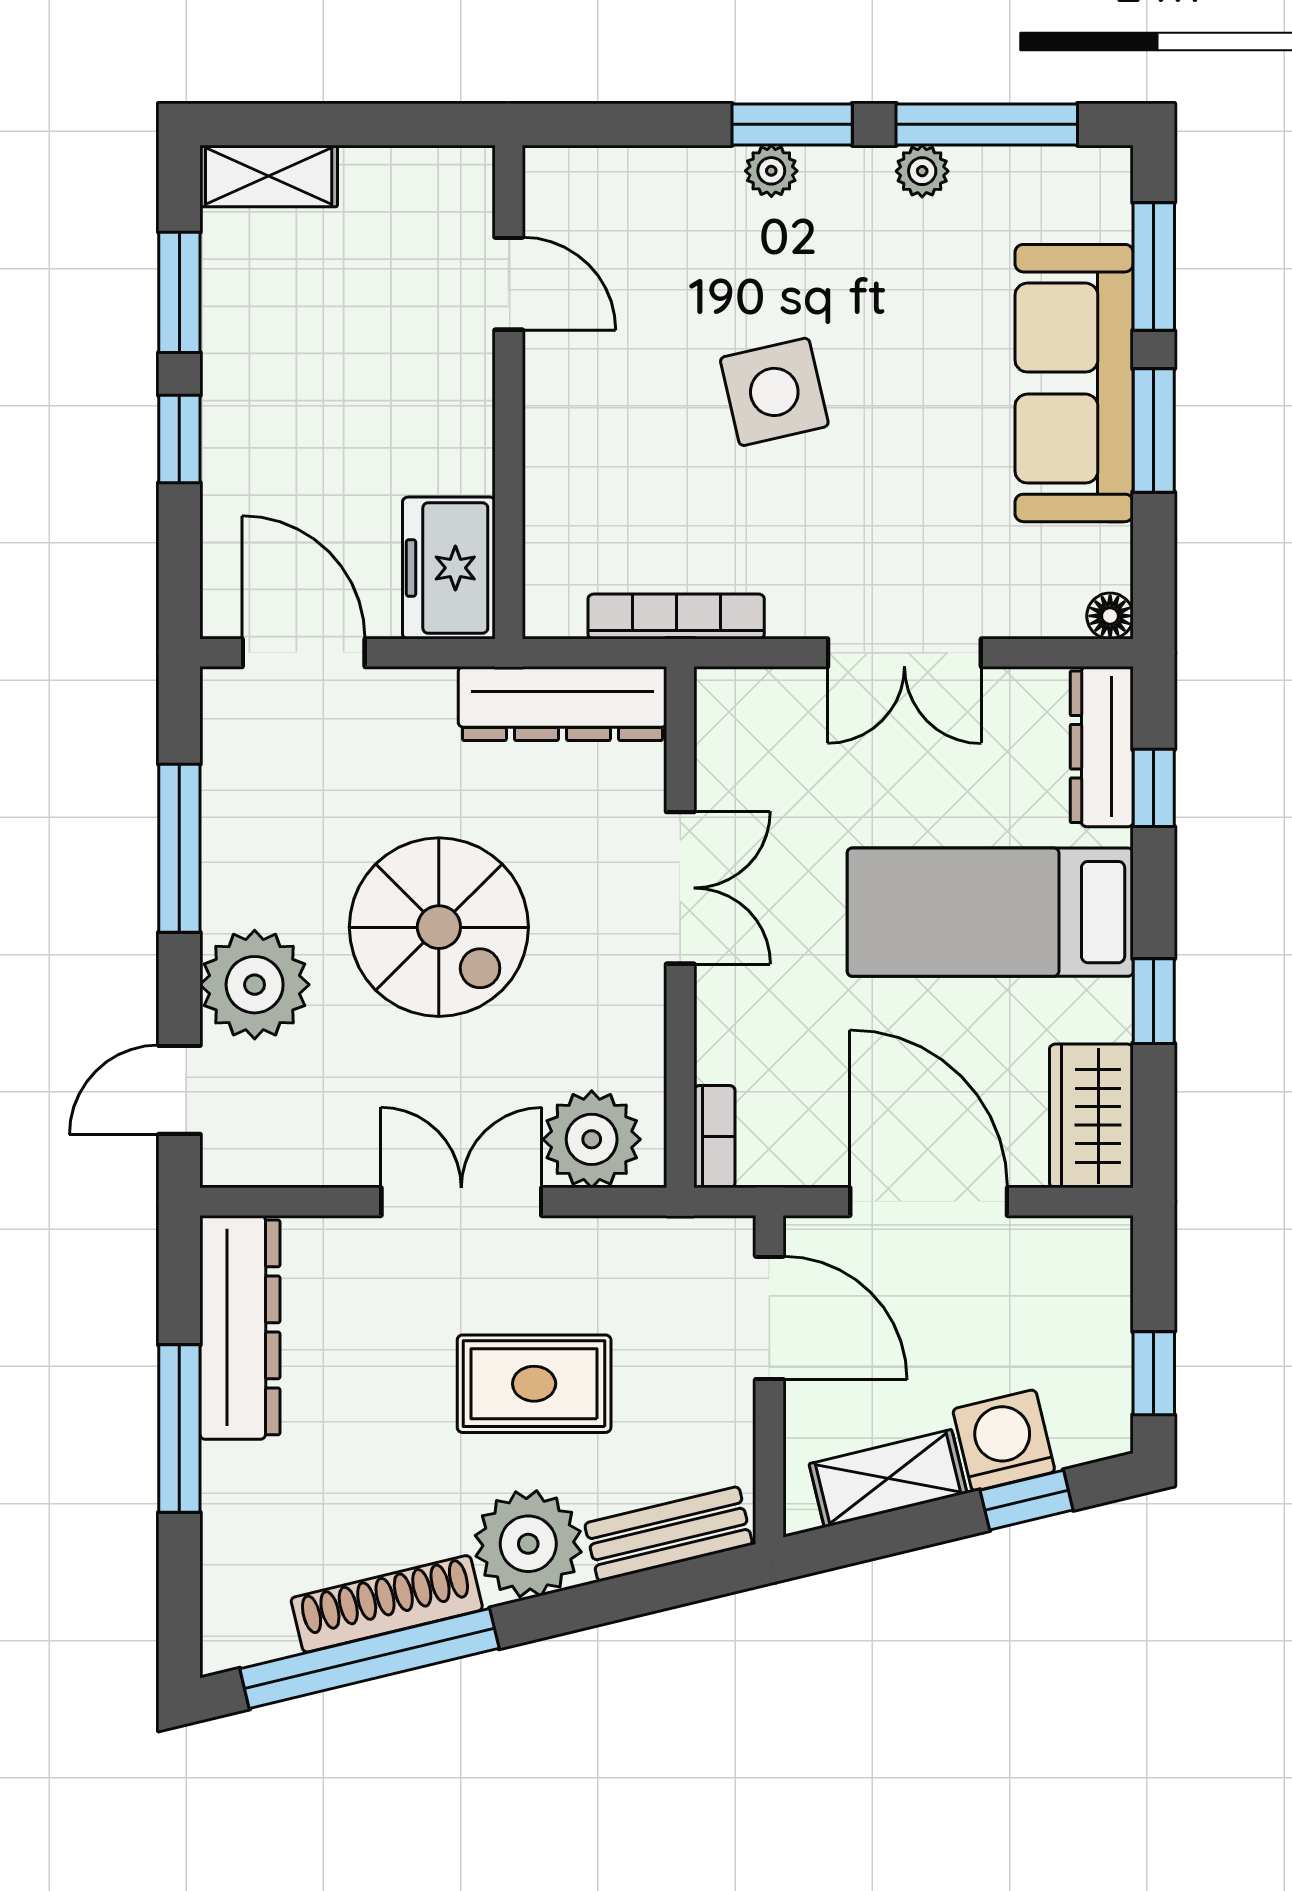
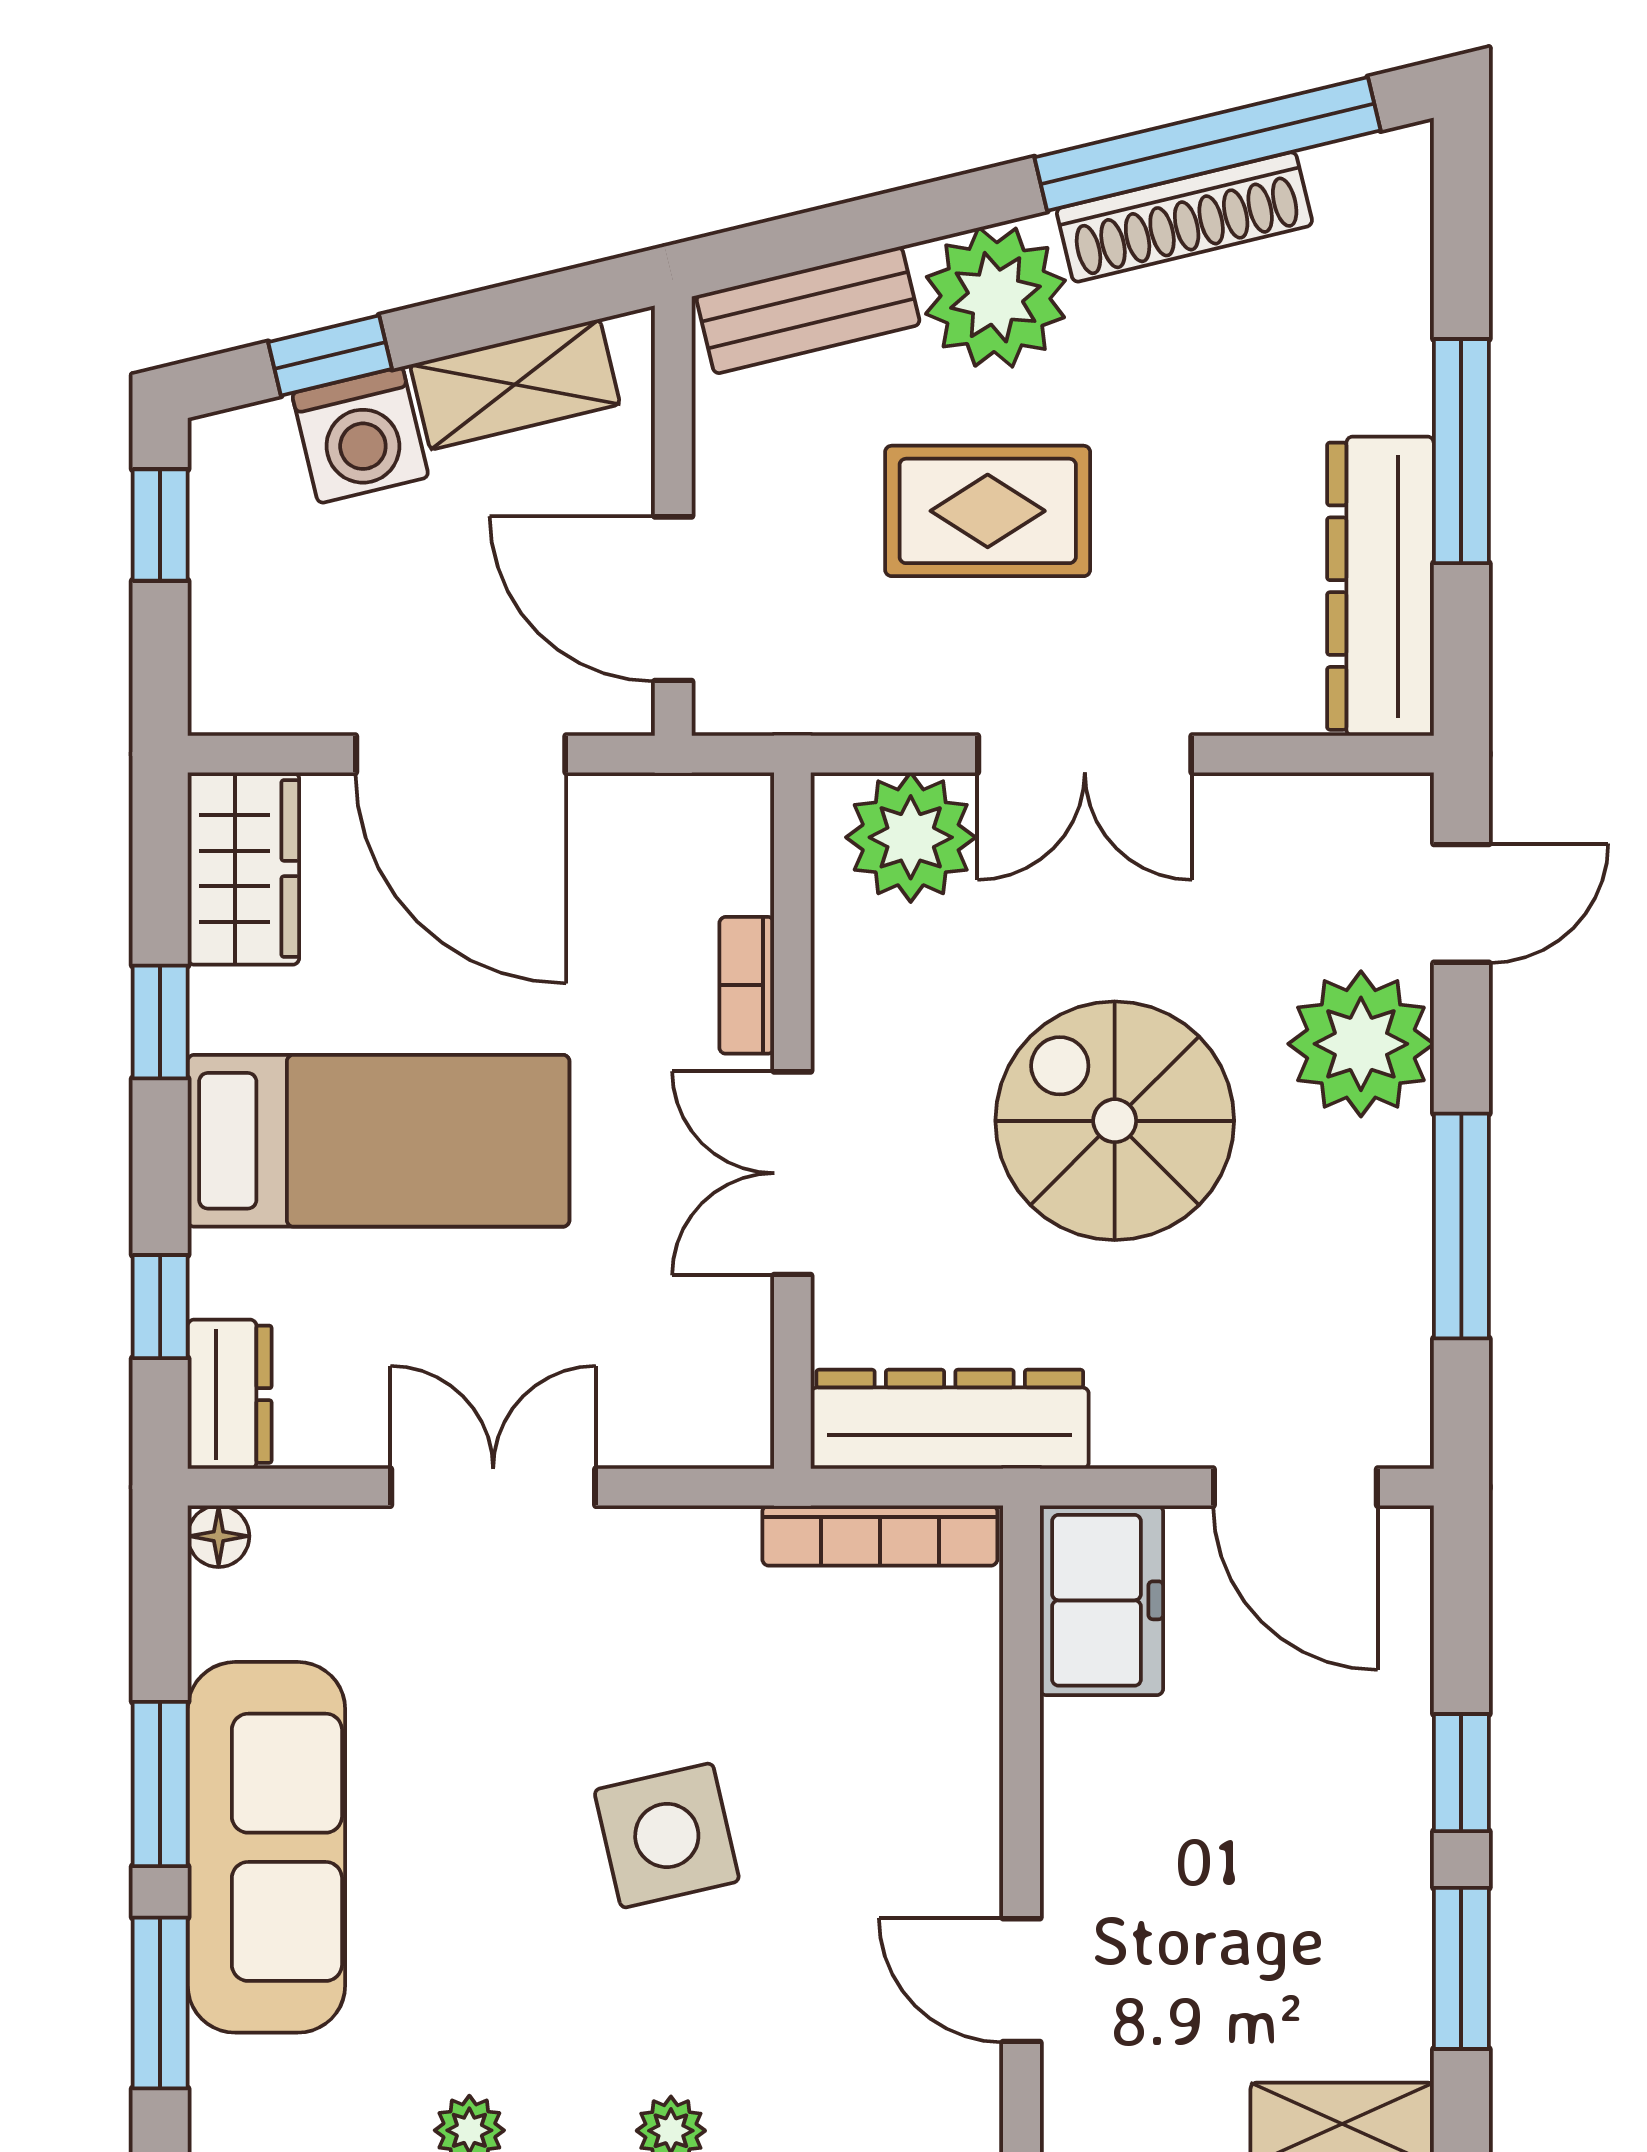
bookcase: (676, 617) -> (880, 1536), moved
dresser: (1102, 747) -> (230, 1394), width x0.70
bookcase: (714, 1137) -> (747, 985), moved

